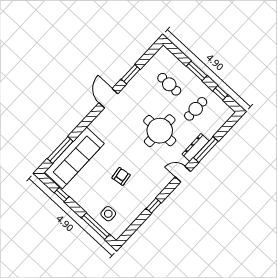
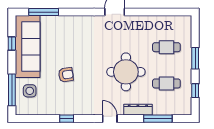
window: (131, 74) -> (148, 12), removed
cafe table: (169, 84) -> (166, 47), turned 90
window: (206, 150) -> (158, 119), moved
sofa: (74, 158) -> (28, 47), moved, turned -90

